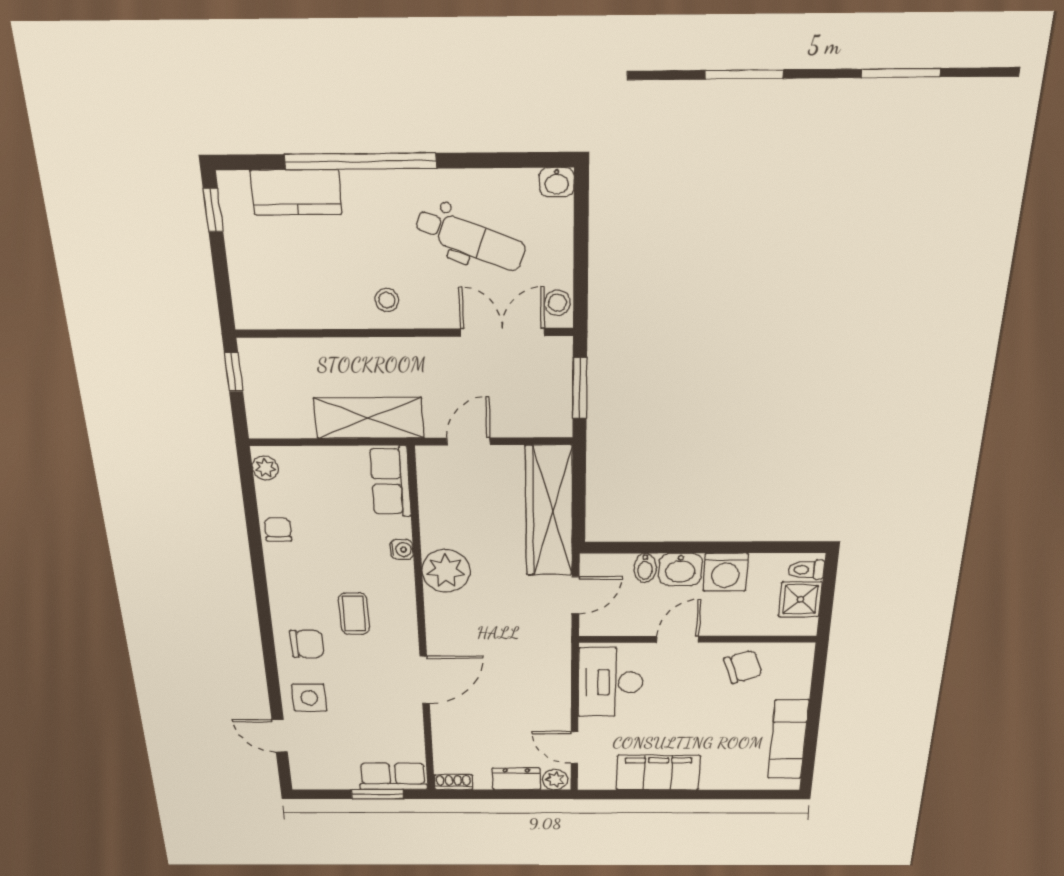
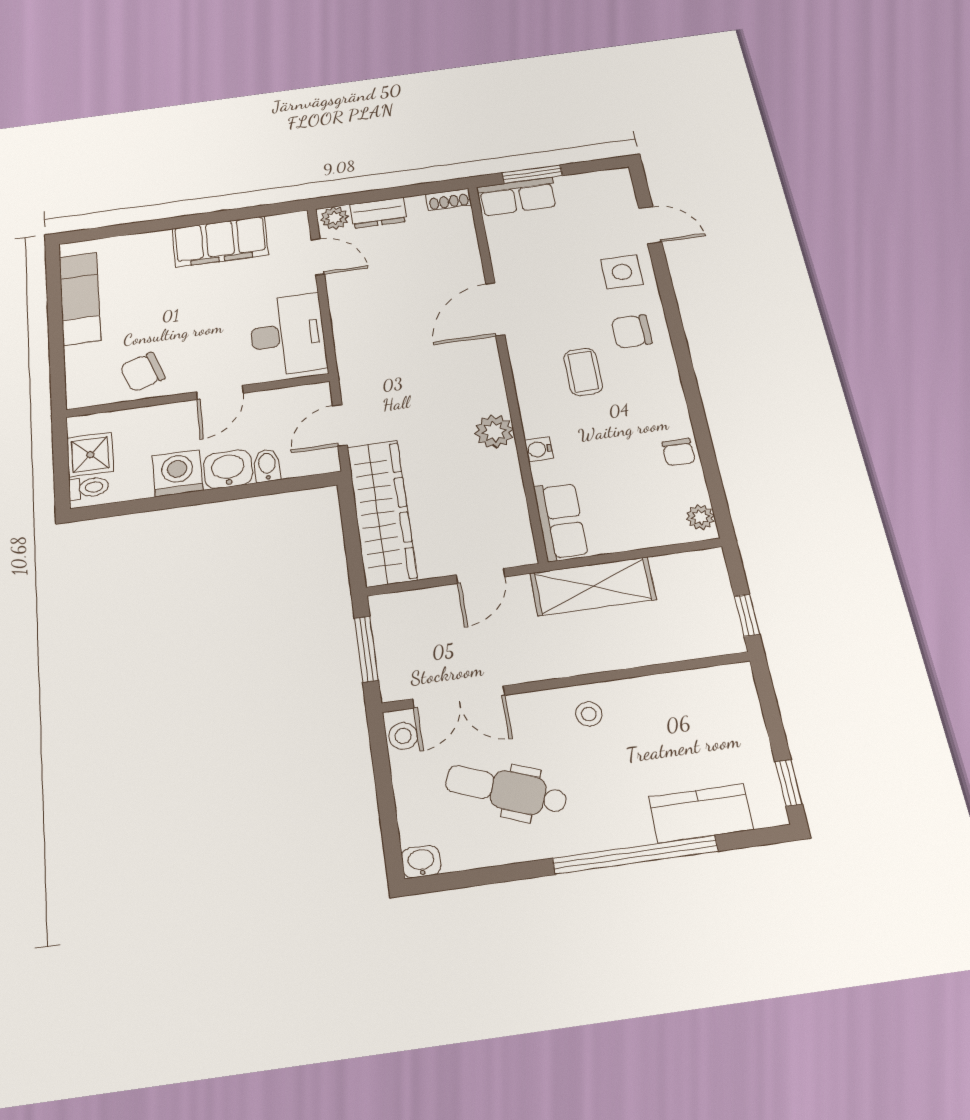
plant: (446, 571) -> (494, 432), width x0.73, depth x0.73

